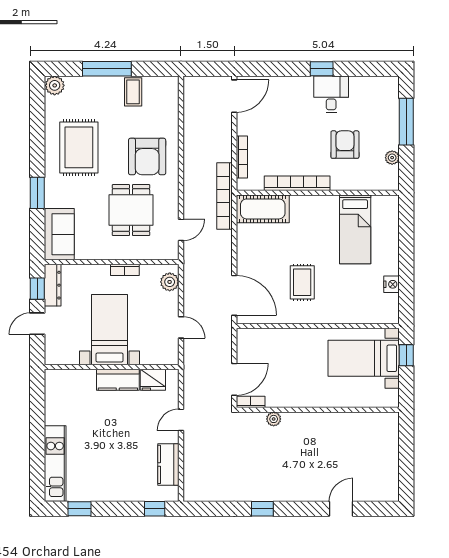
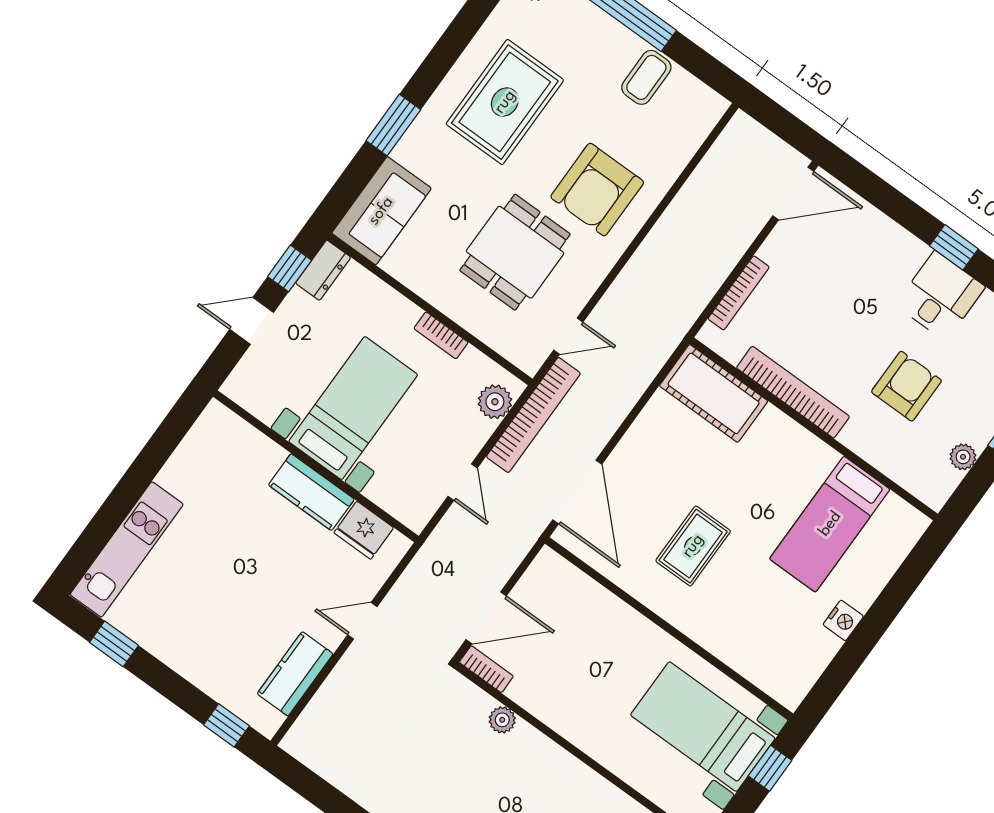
bookcase: (225, 196) -> (533, 415), moved, turned 180
nightstand: (392, 284) -> (843, 620), moved
dresser: (53, 285) -> (323, 270), width x0.70

